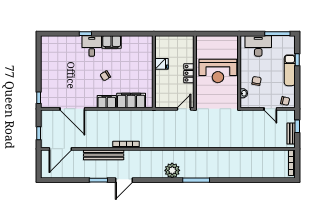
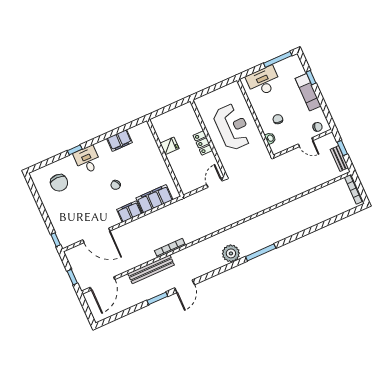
filing cabinet: (112, 42) -> (119, 140), moved
chair: (61, 54) -> (59, 183), added
reception desk: (218, 71) -> (232, 127), turned -90

